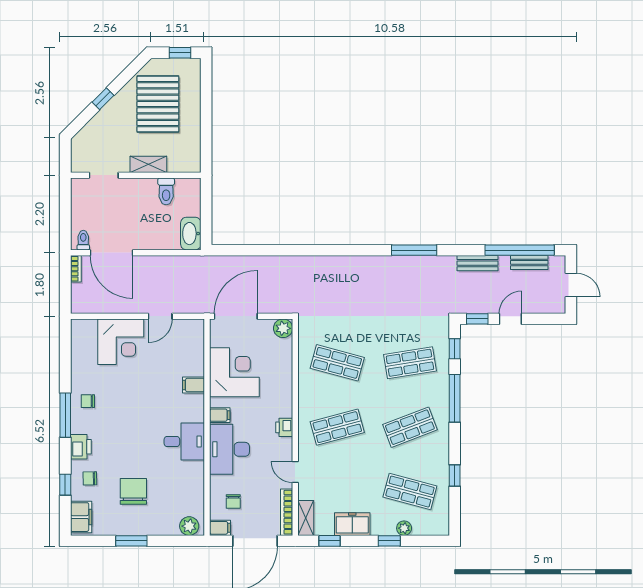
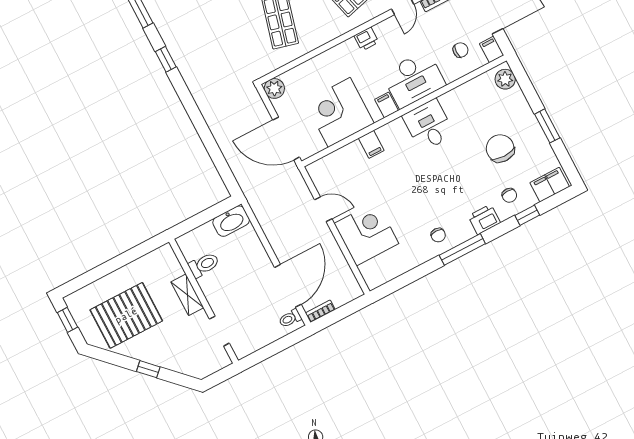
window: (355, 250) -> (166, 59), added
chair: (133, 491) -> (500, 148), turned 90

